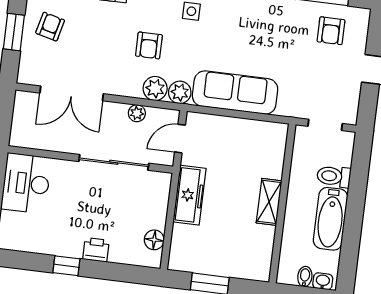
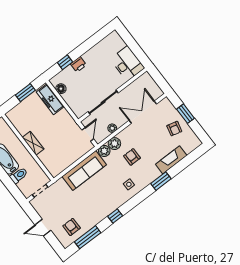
freezer: (189, 195) -> (50, 99), moved
window: (66, 266) -> (65, 62), moved

